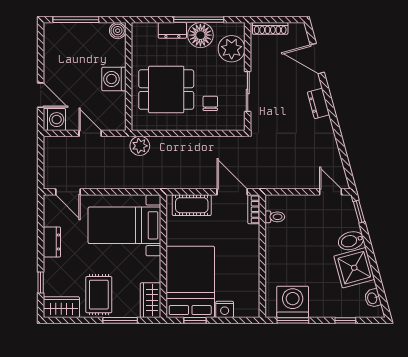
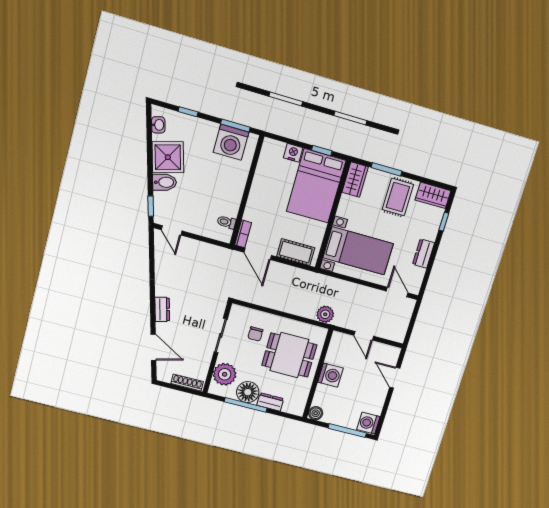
washing machine: (54, 120) -> (368, 423), moved

